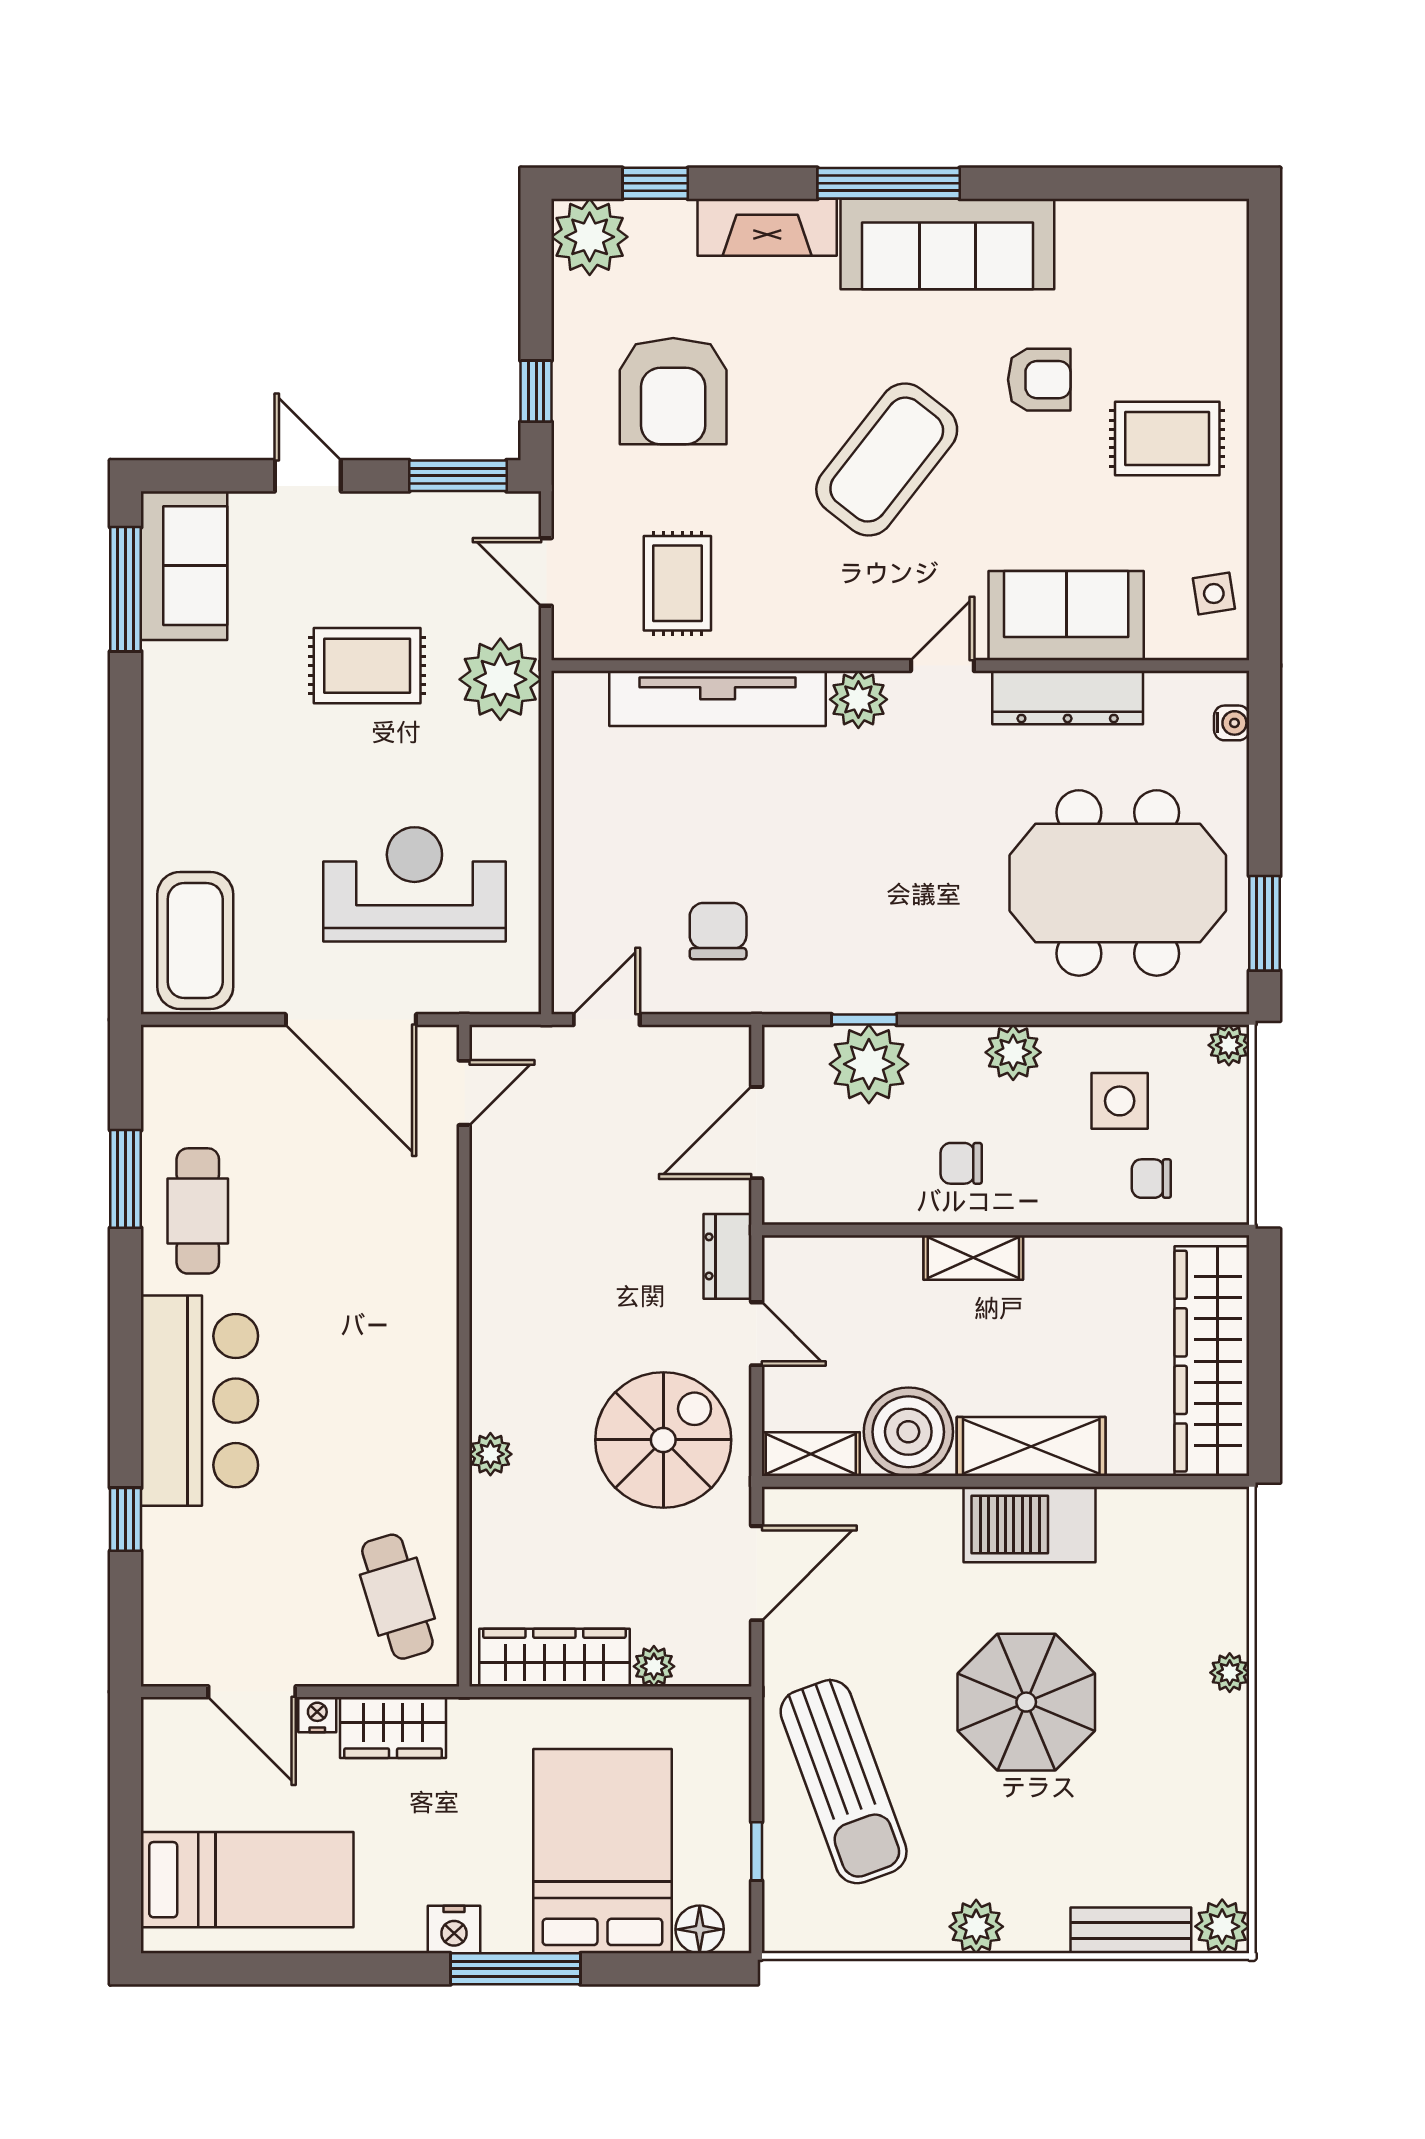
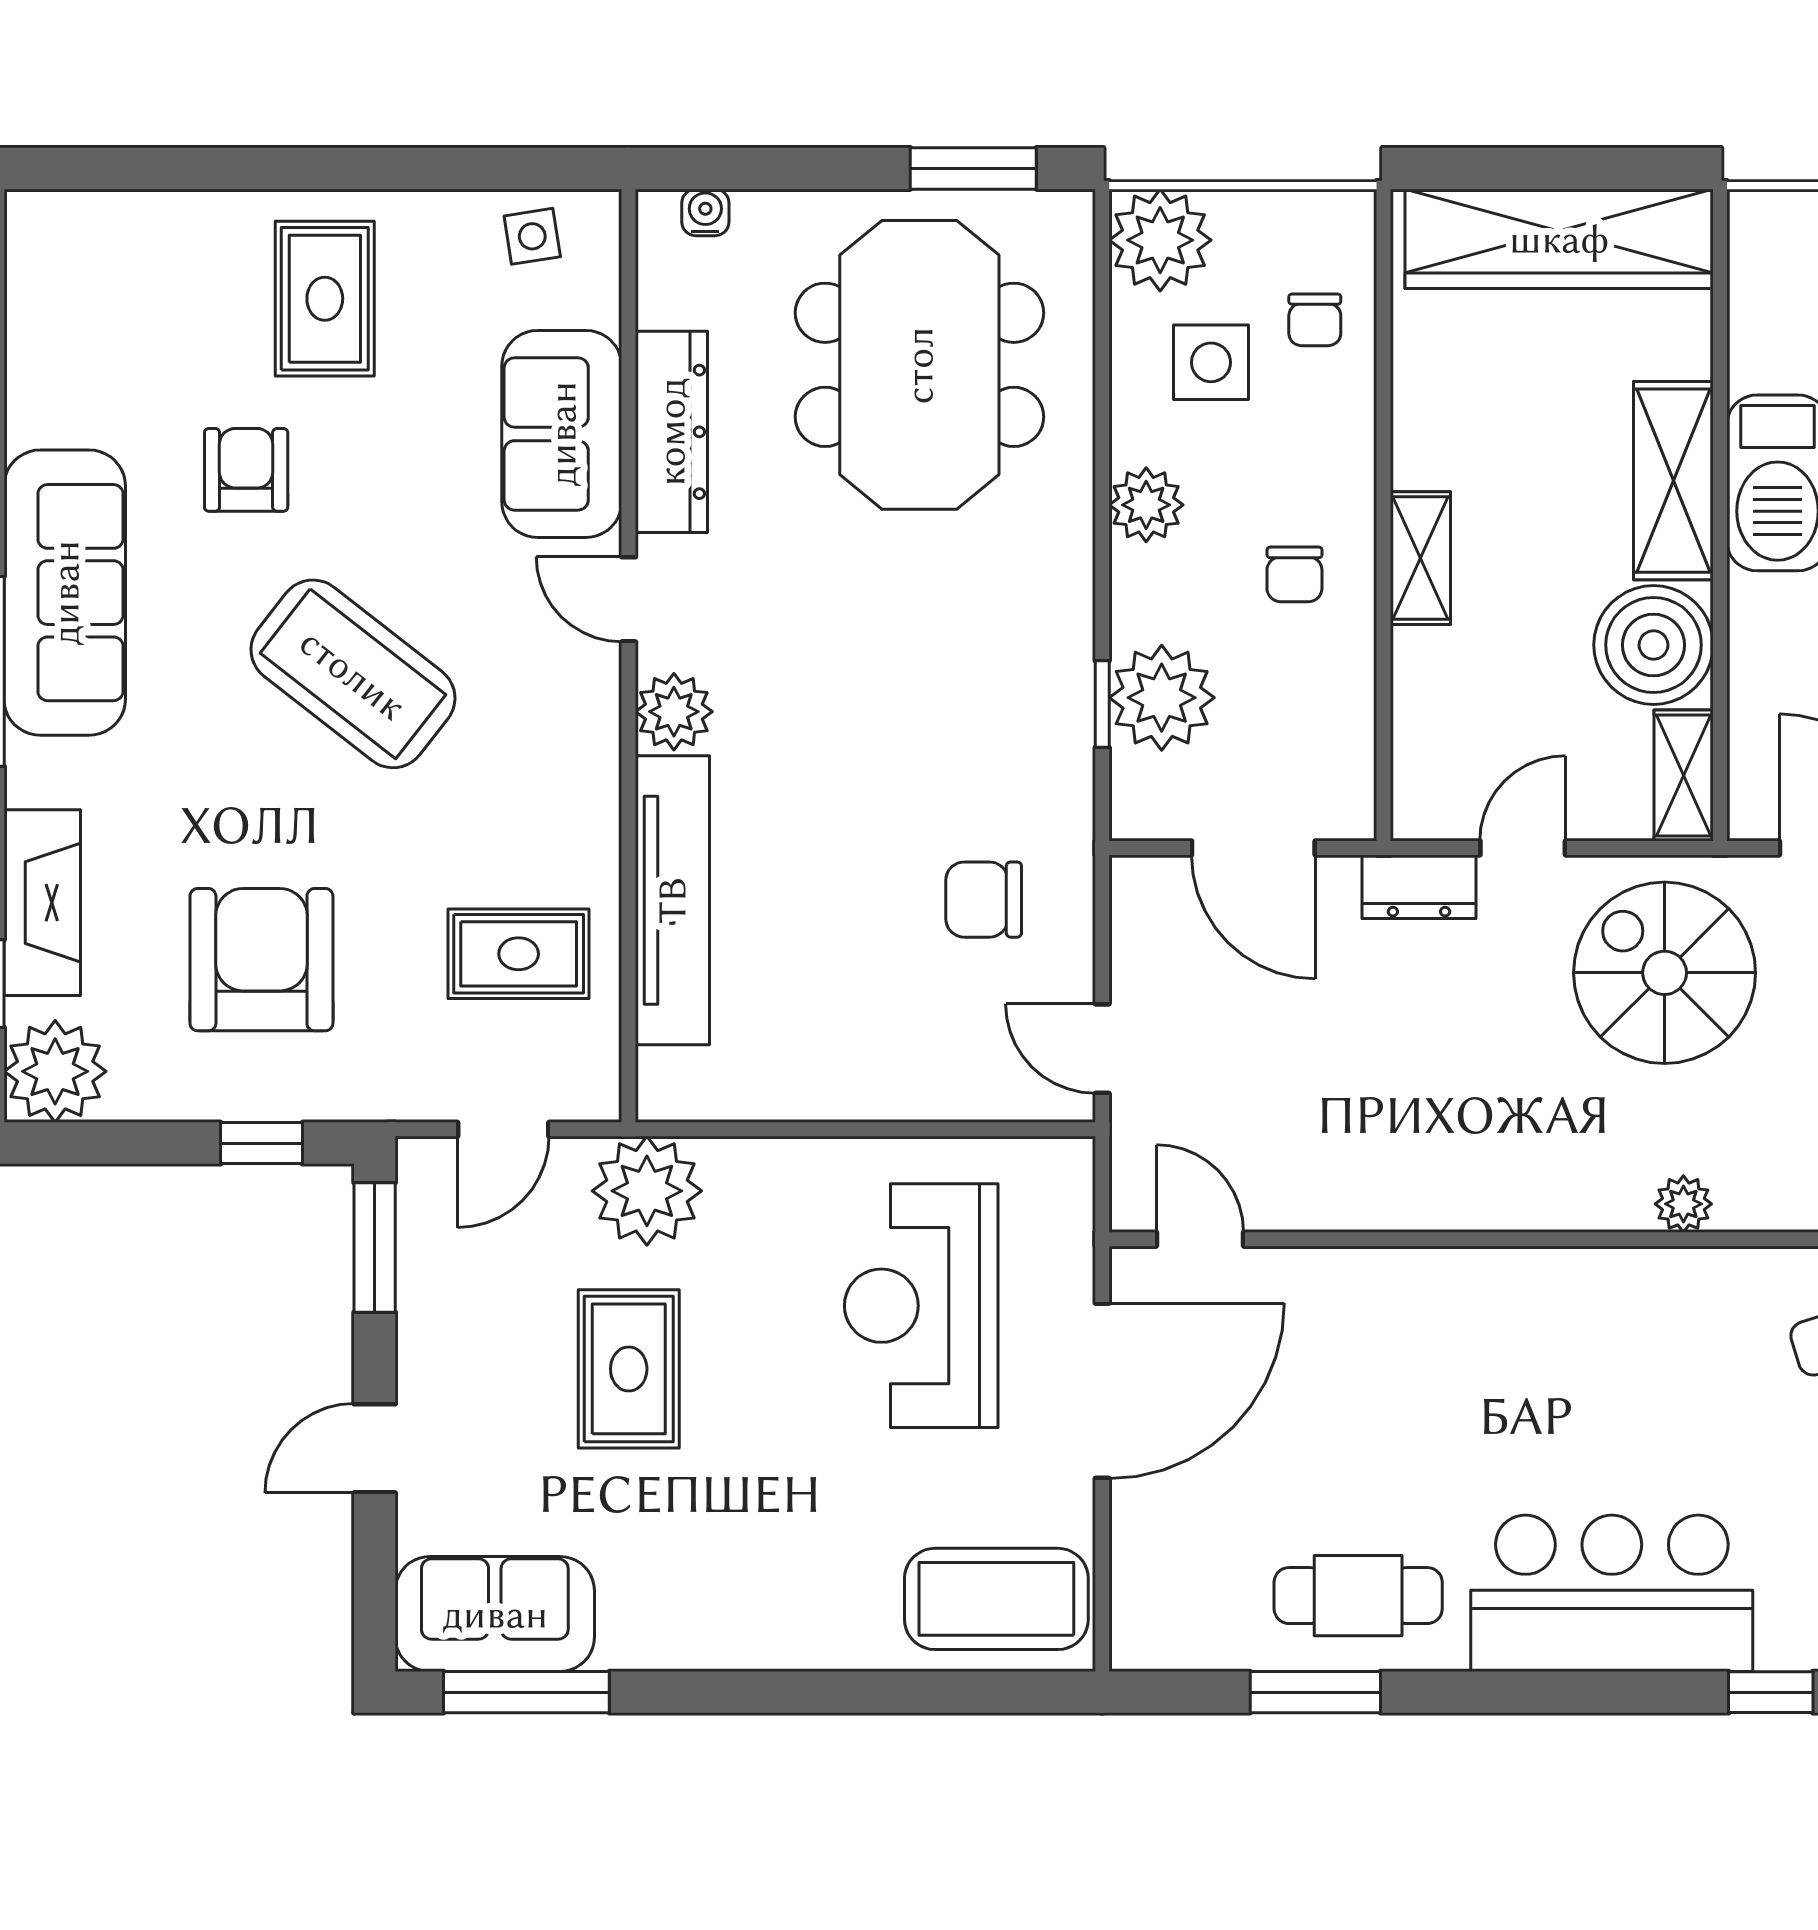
fireplace: (767, 227) -> (42, 903), moved
armchair: (673, 391) -> (261, 960), turned -90
plant: (1229, 1045) -> (1160, 240), width x1.87, depth x1.87

